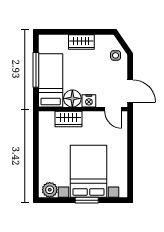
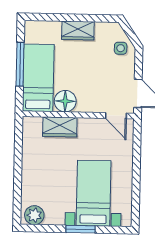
nightstand: (89, 101) -> (86, 105), removed
bed with nightstands: (89, 171) -> (94, 193), width x0.73

